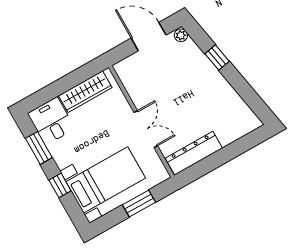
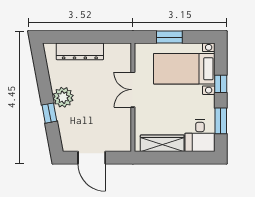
plant: (181, 35) -> (63, 97), moved, width x1.88, depth x1.88
dresser: (194, 153) -> (80, 51), moved

